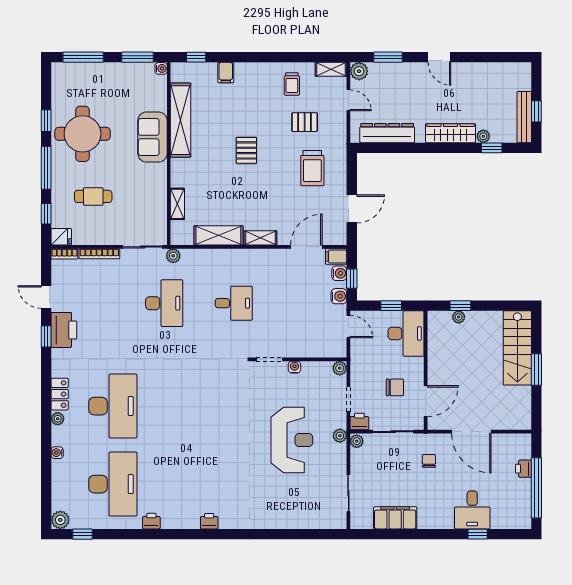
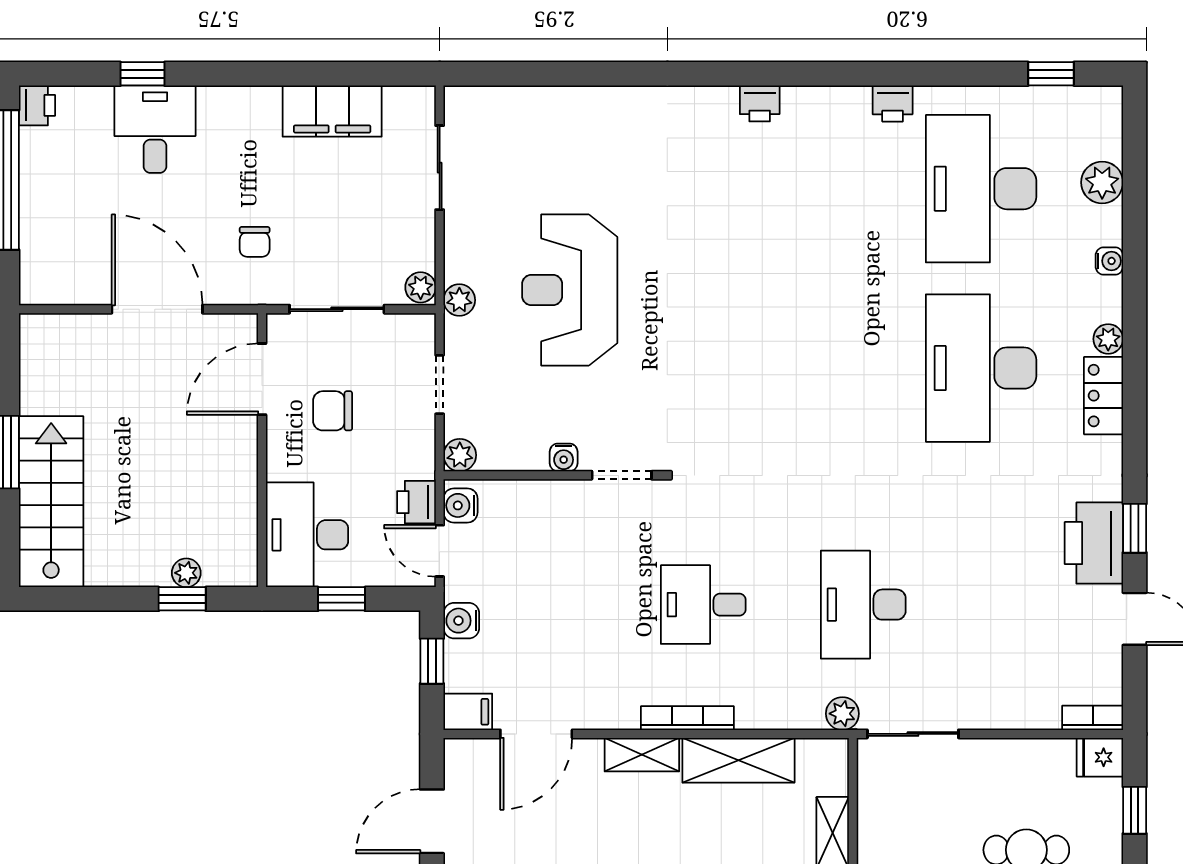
bookcase: (99, 254) -> (687, 718), moved
water cooler: (339, 273) -> (461, 505), moved
printer: (359, 422) -> (416, 502), moved, turned 90
printer: (523, 469) -> (37, 105), moved
plant: (60, 520) -> (1102, 182), moved

